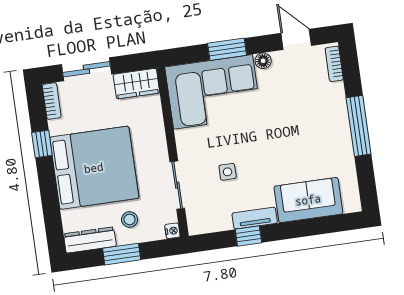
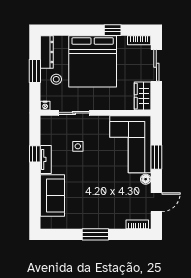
window: (359, 126) -> (95, 234), width x0.69

